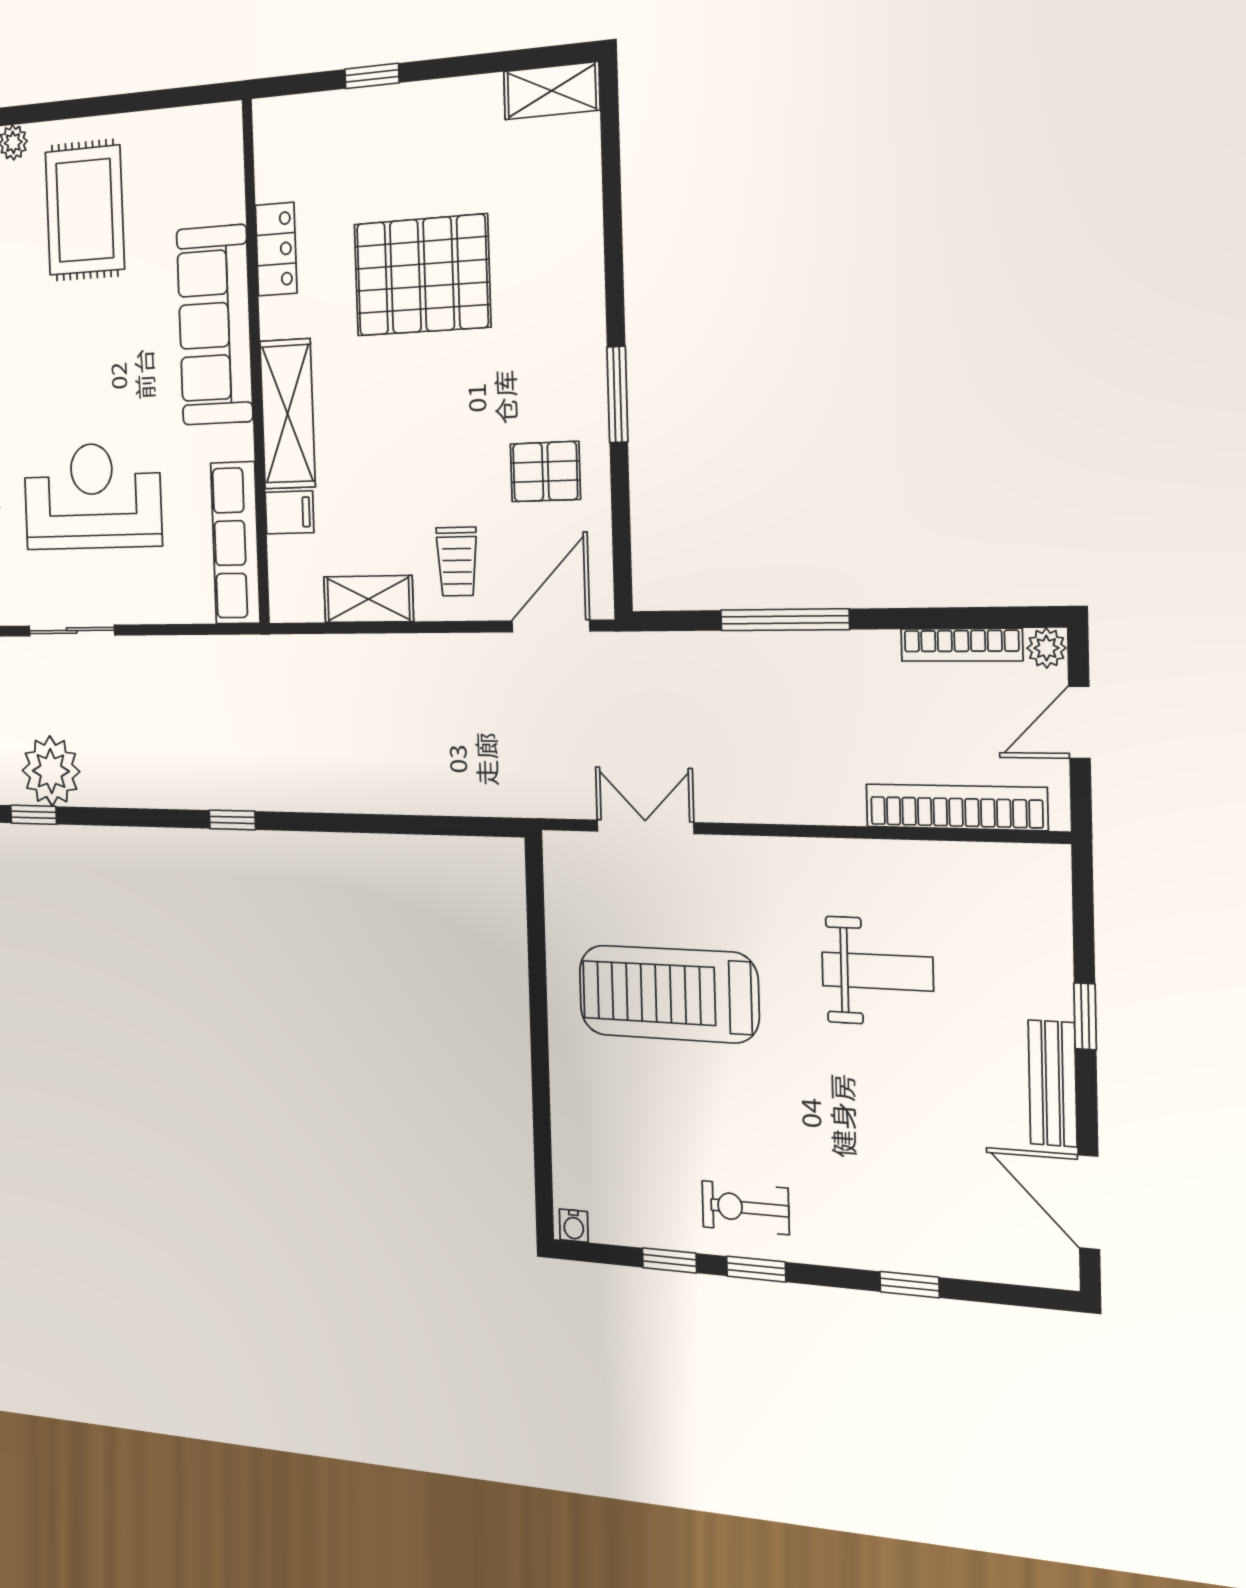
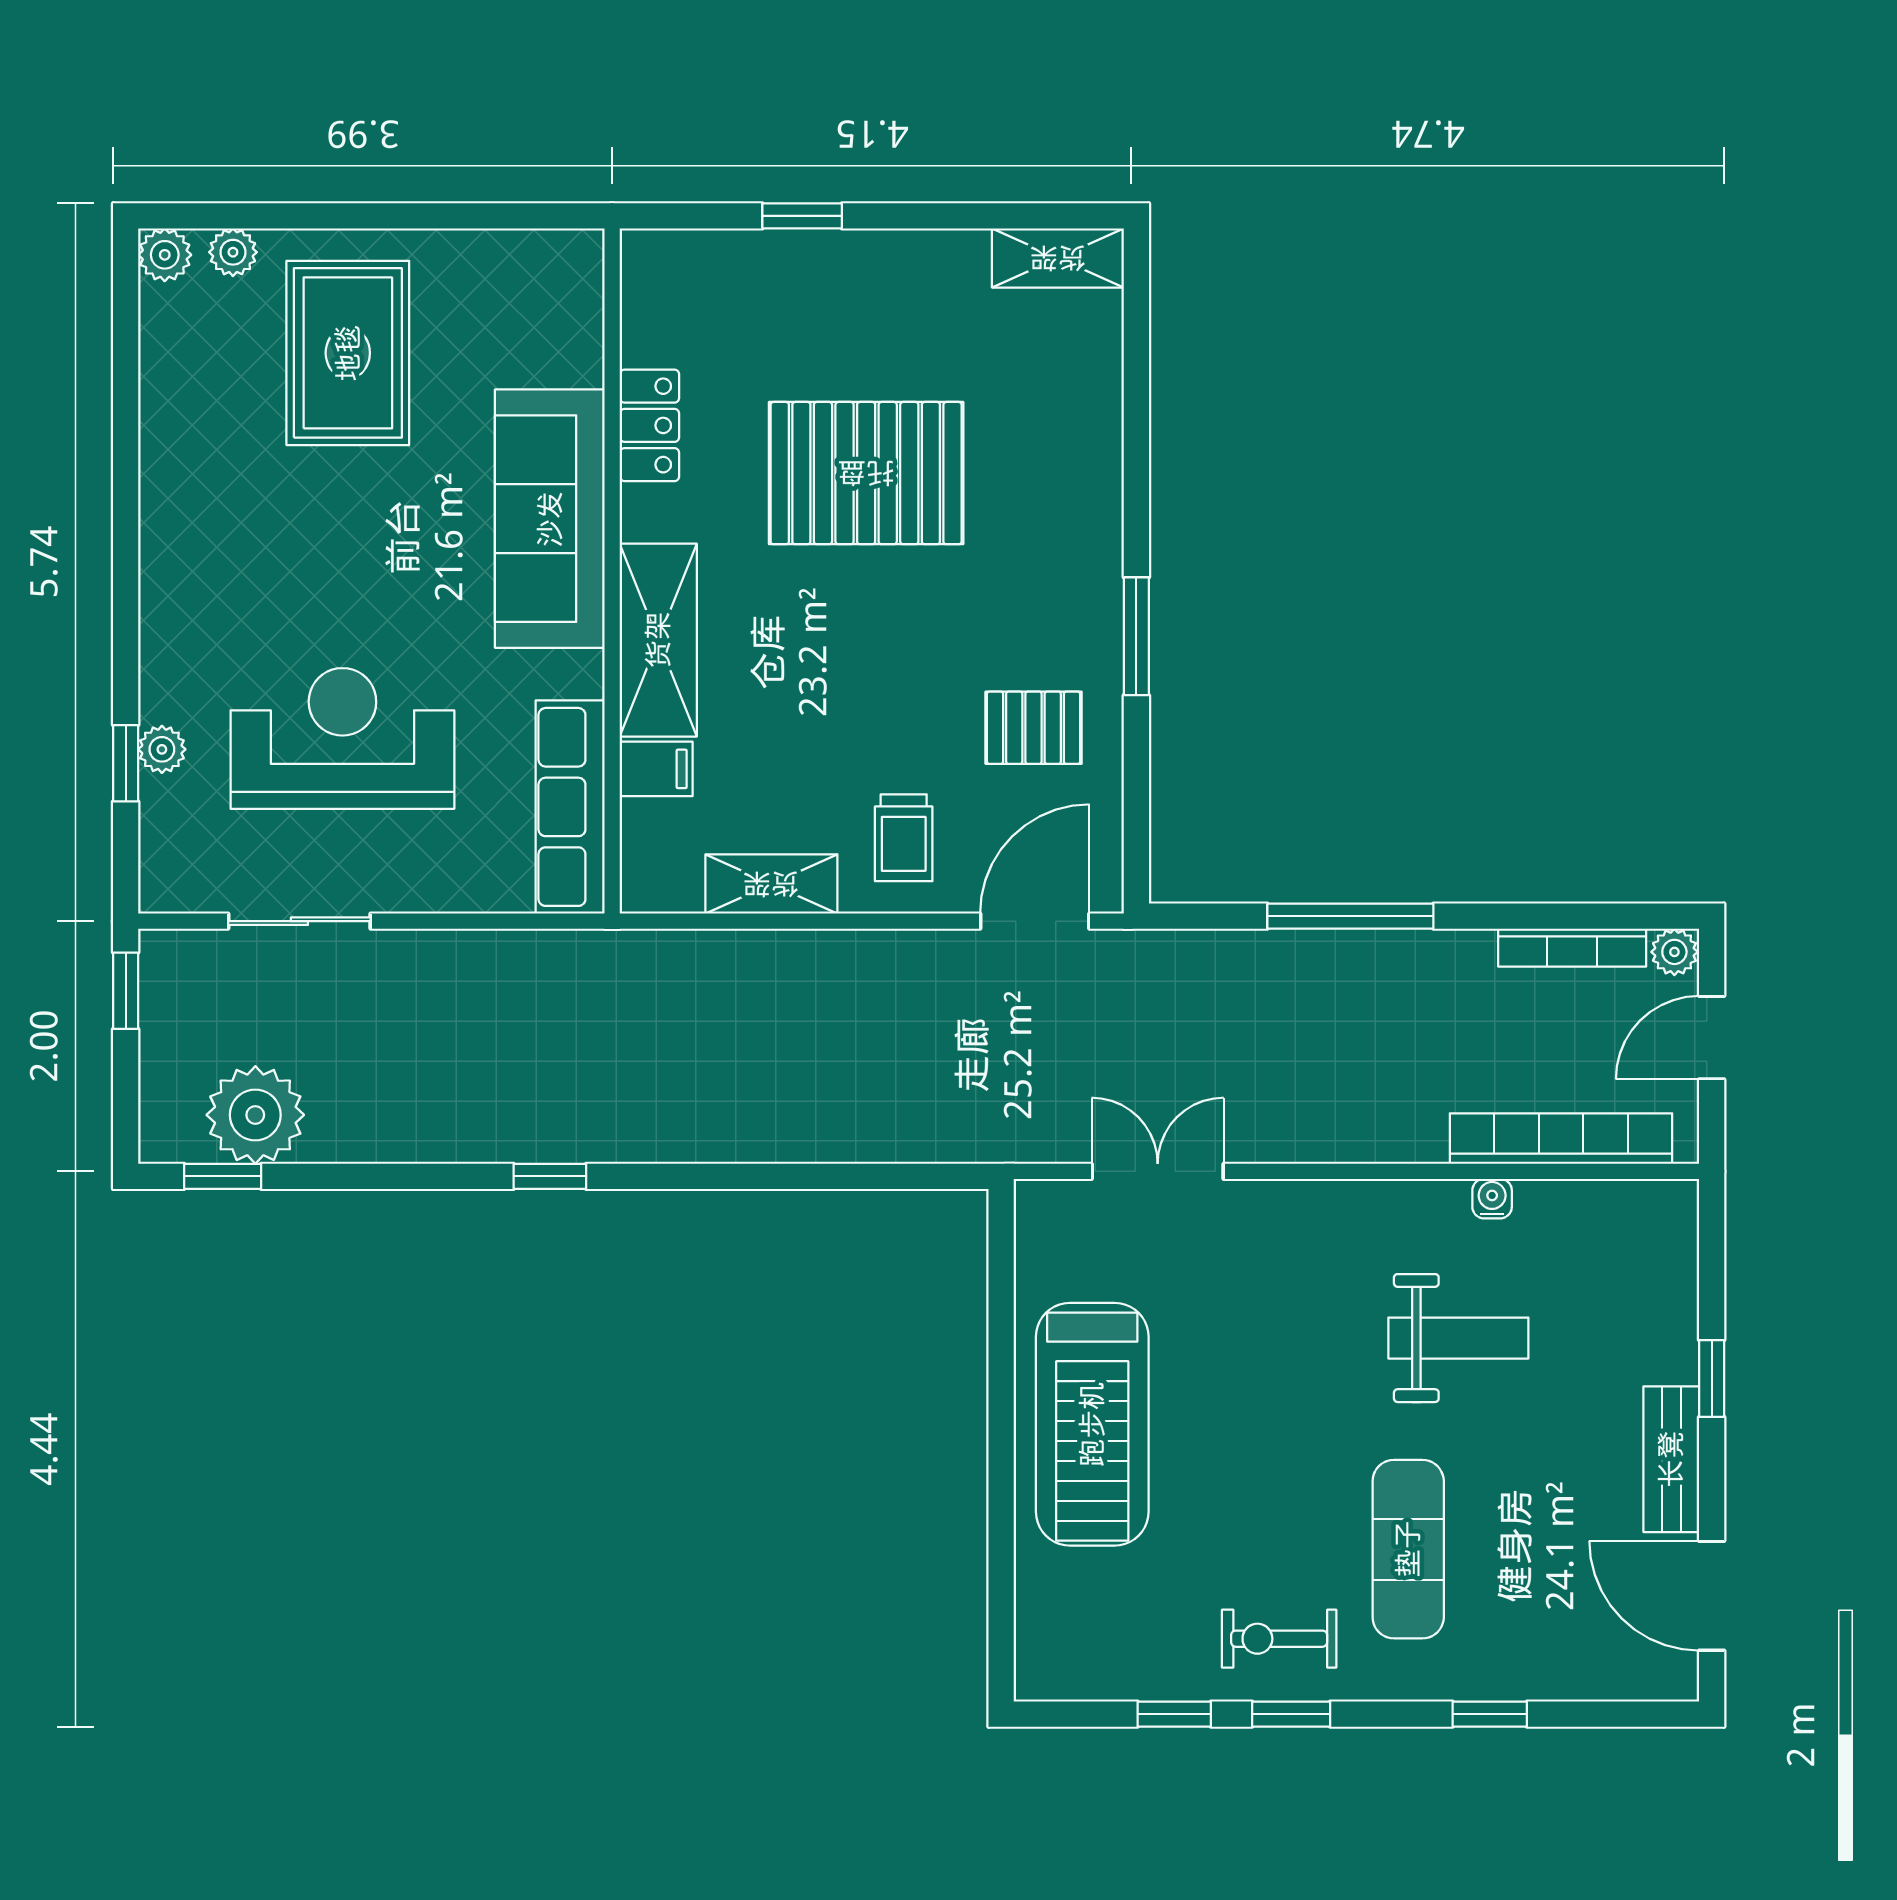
treadmill: (668, 994) -> (1092, 1424), moved, turned -90
exercise mat: (842, 1143) -> (1408, 1549), added
water cooler: (574, 1226) -> (1492, 1199), moved, turned 180

